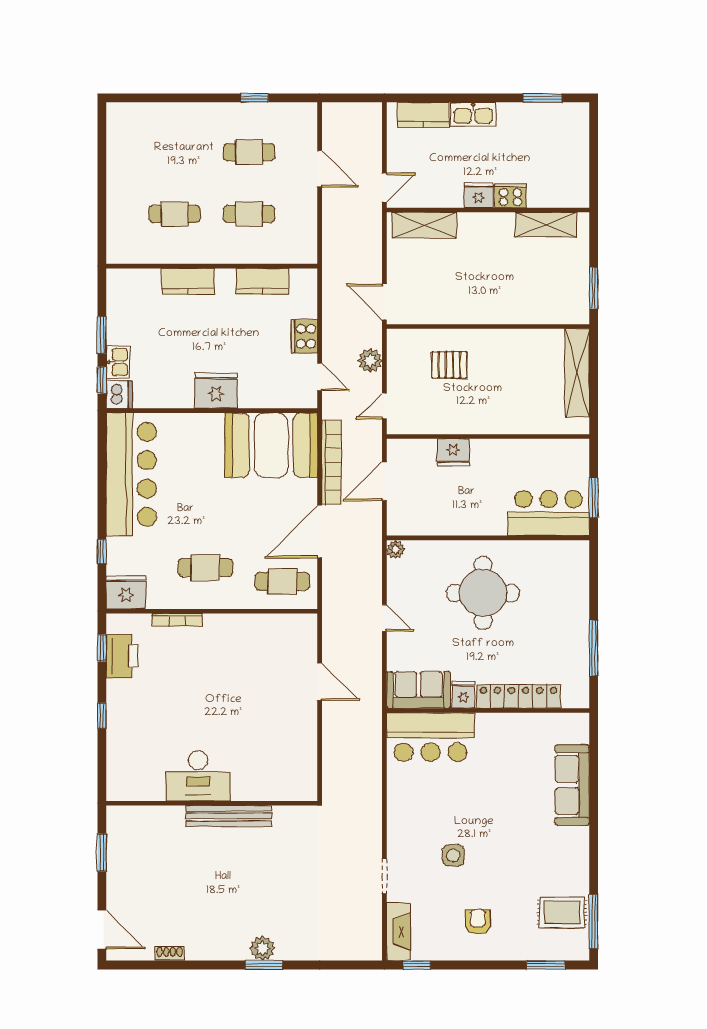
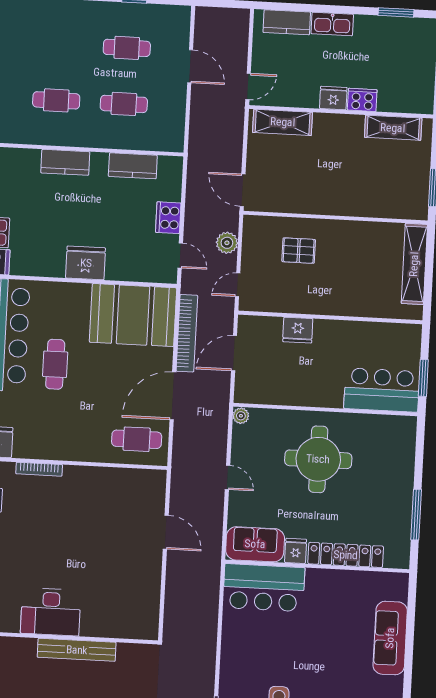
cafe table: (205, 567) -> (55, 364), moved, turned 90

